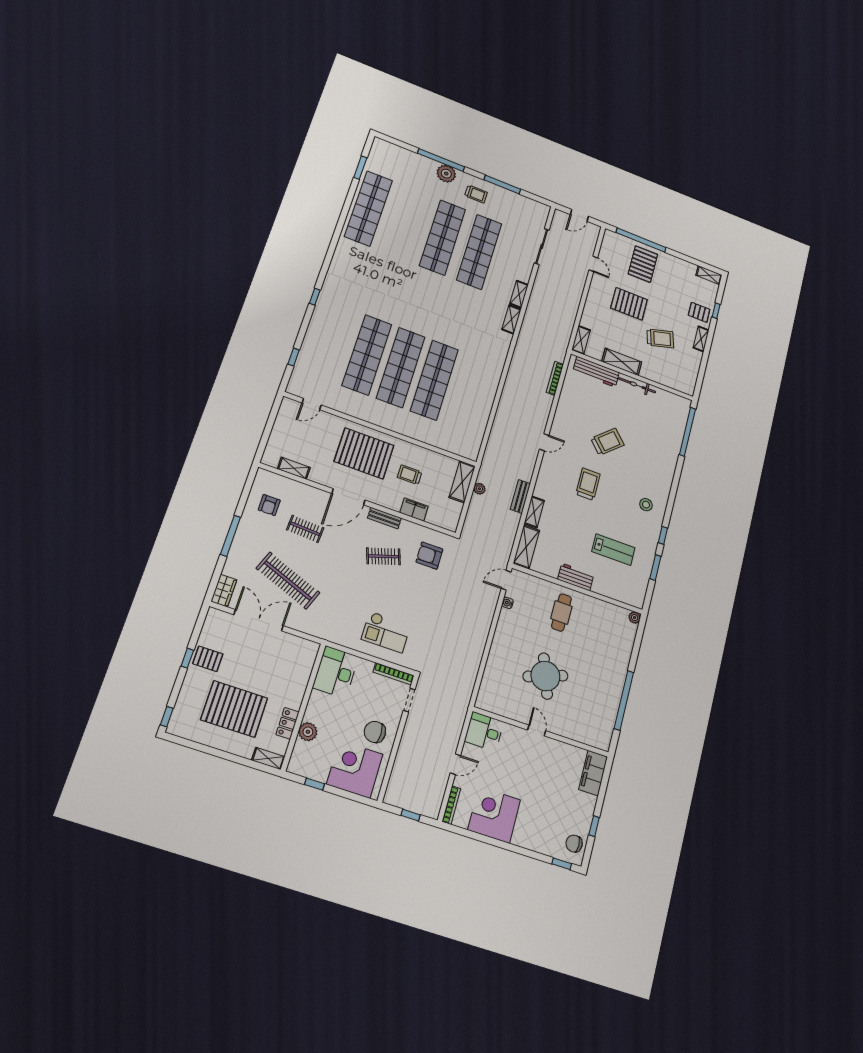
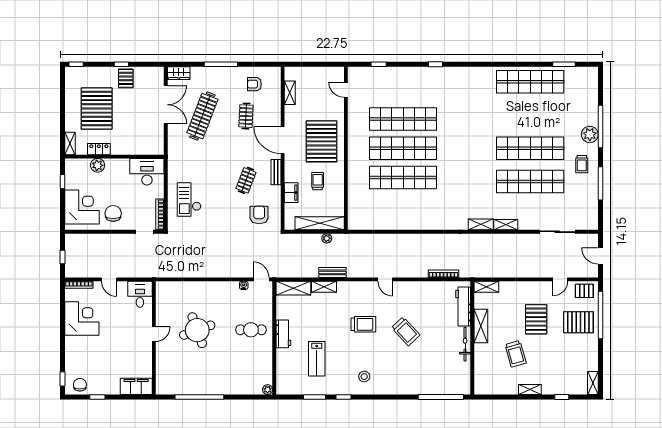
pallet: (699, 312) -> (584, 291), moved, turned 90
shelving: (462, 482) -> (320, 223), width x1.47
clothes rail: (383, 556) -> (246, 180), turned 39

